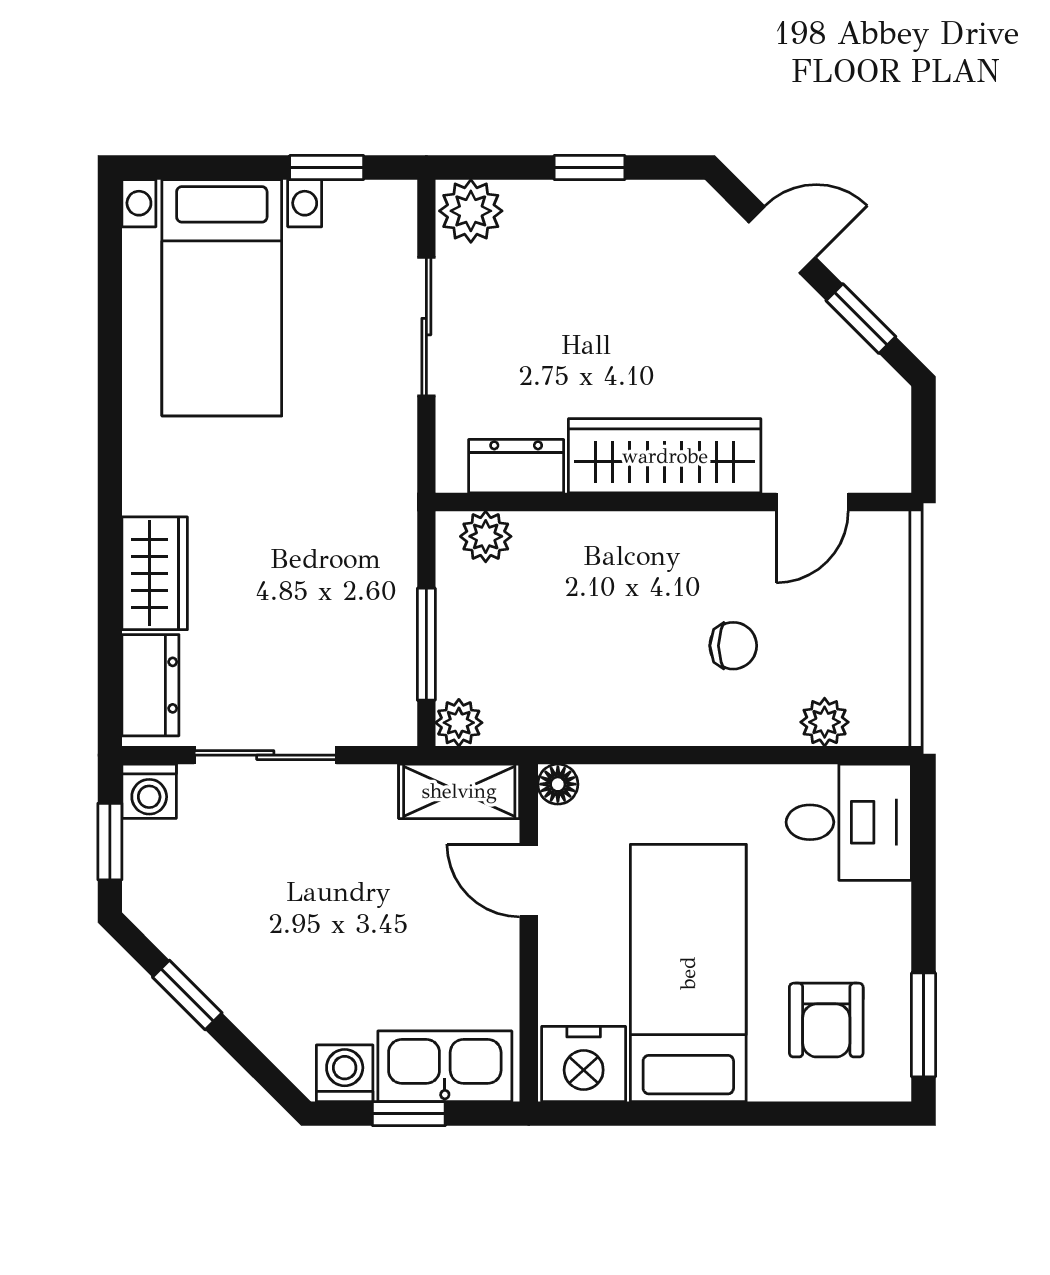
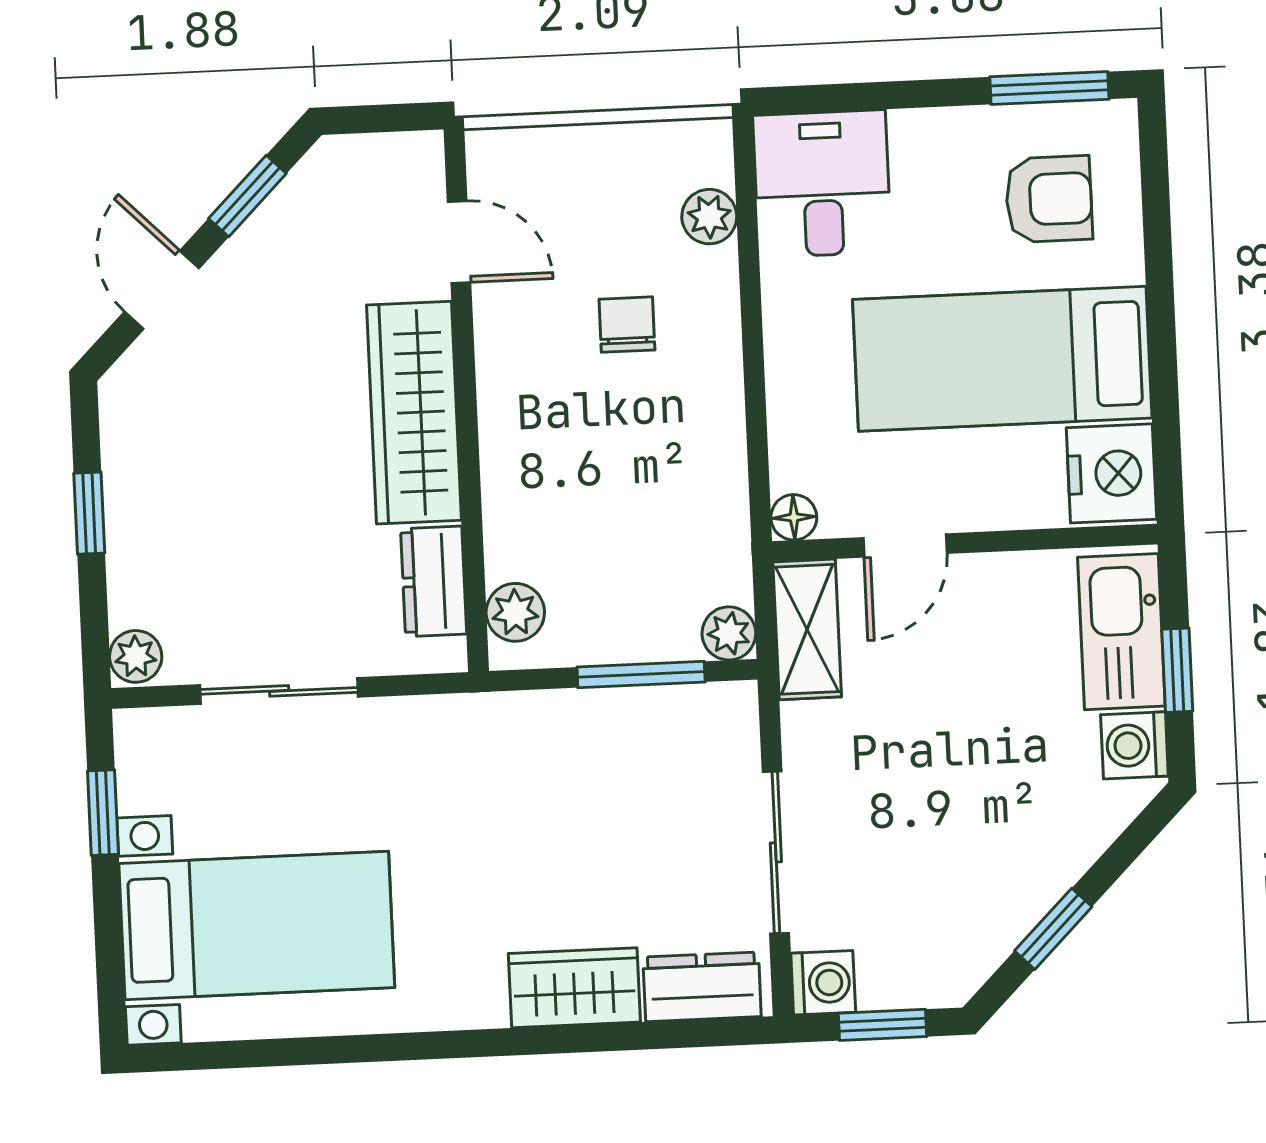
plant: (471, 211) -> (136, 656), width x0.73, depth x0.73

